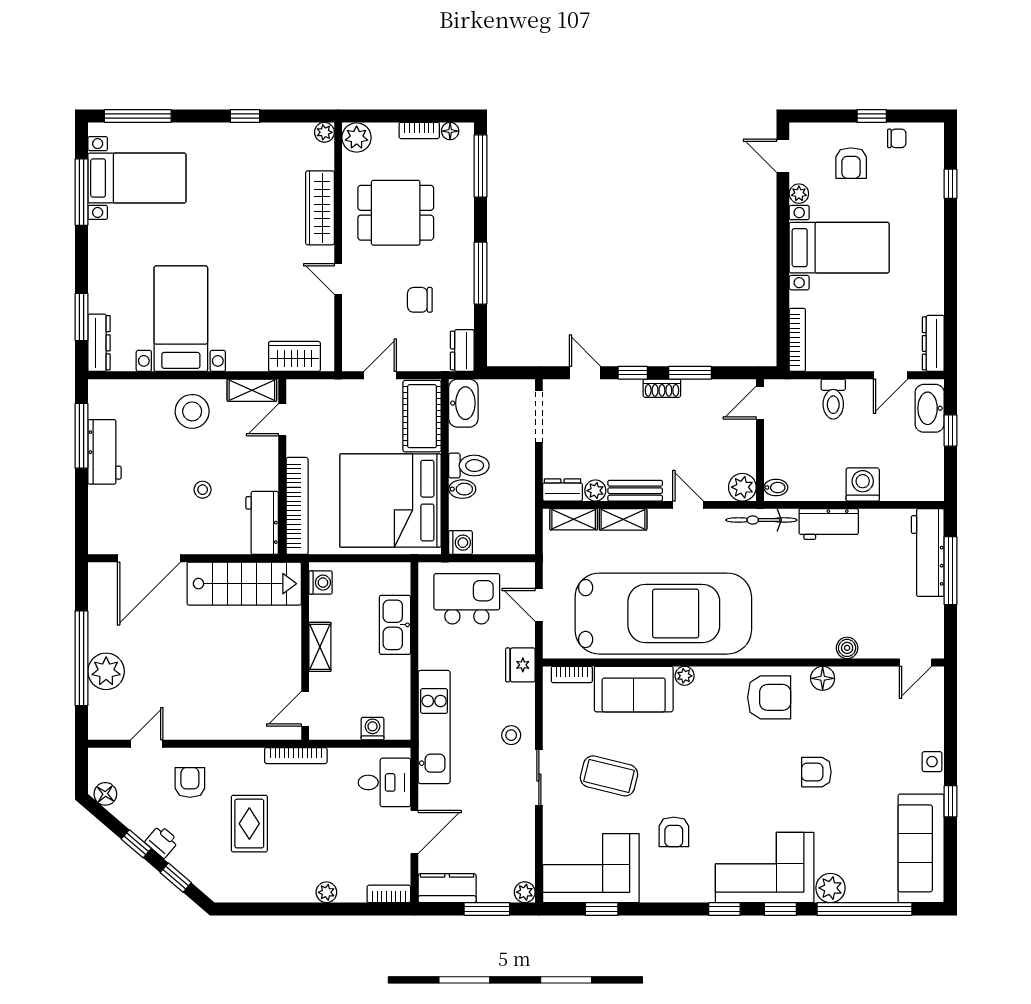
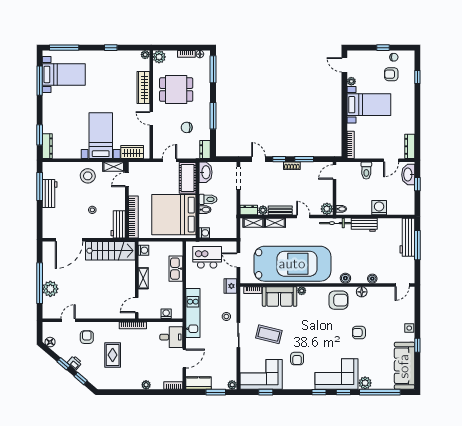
armchair: (851, 163) -> (391, 74), moved, turned 90
bed with nightstands: (181, 319) -> (101, 136), moved
boiler: (785, 647) -> (345, 278), added

